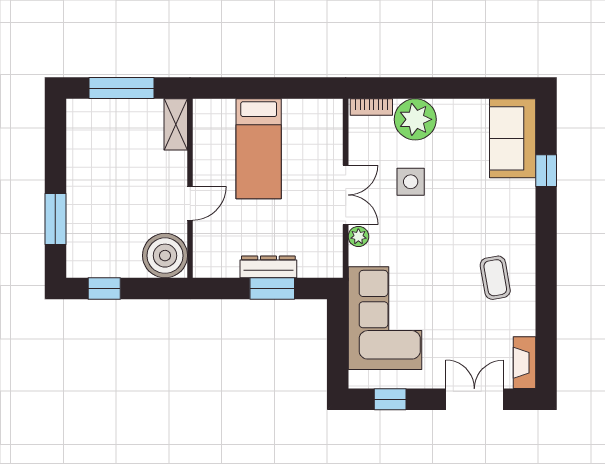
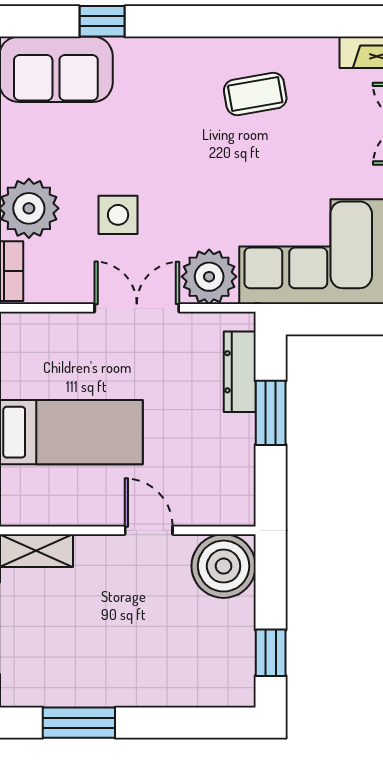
window: (55, 219) -> (79, 723), moved
plant: (358, 236) -> (209, 277), width x1.87, depth x1.87
dresser: (268, 267) -> (240, 372), moved

